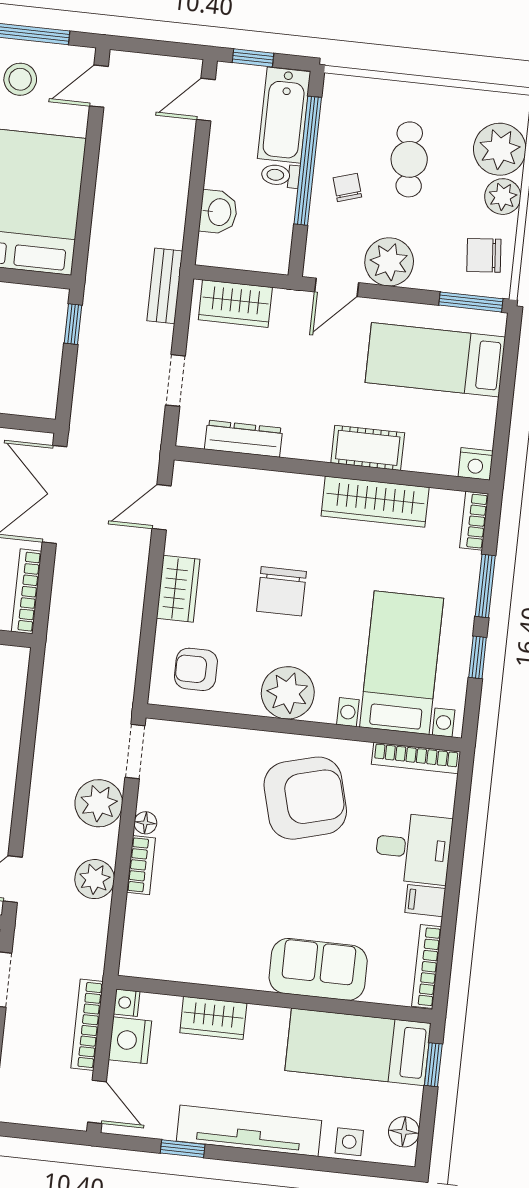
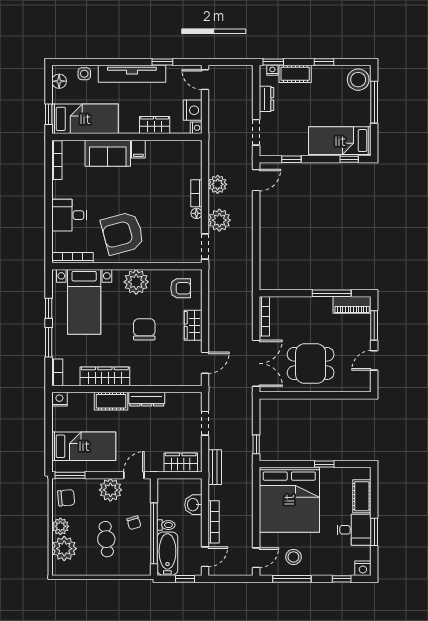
dresser: (244, 439) -> (147, 399), moved
filing cabinet: (425, 901) -> (138, 149), moved, turned 90
bookcase: (87, 1025) -> (214, 522), moved

